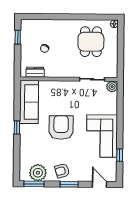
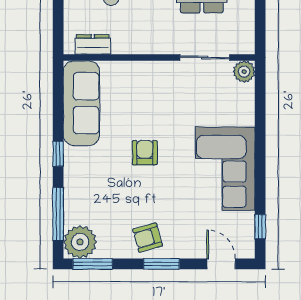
armchair: (61, 127) -> (145, 153), width x0.53, depth x0.53
window: (120, 155) -> (260, 227), moved
window: (17, 158) -> (58, 214), added
plant: (38, 173) -> (80, 242), moved

